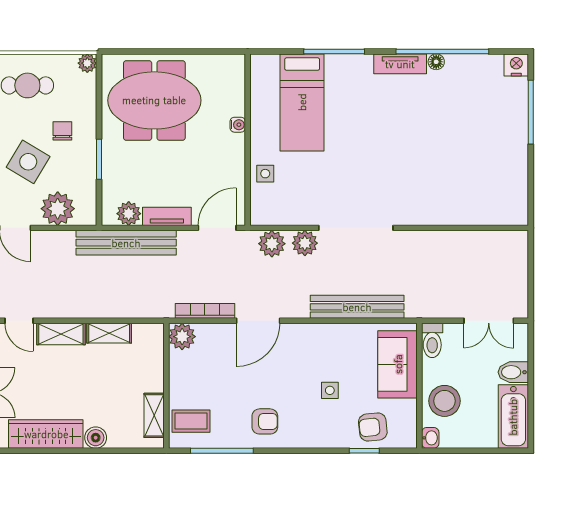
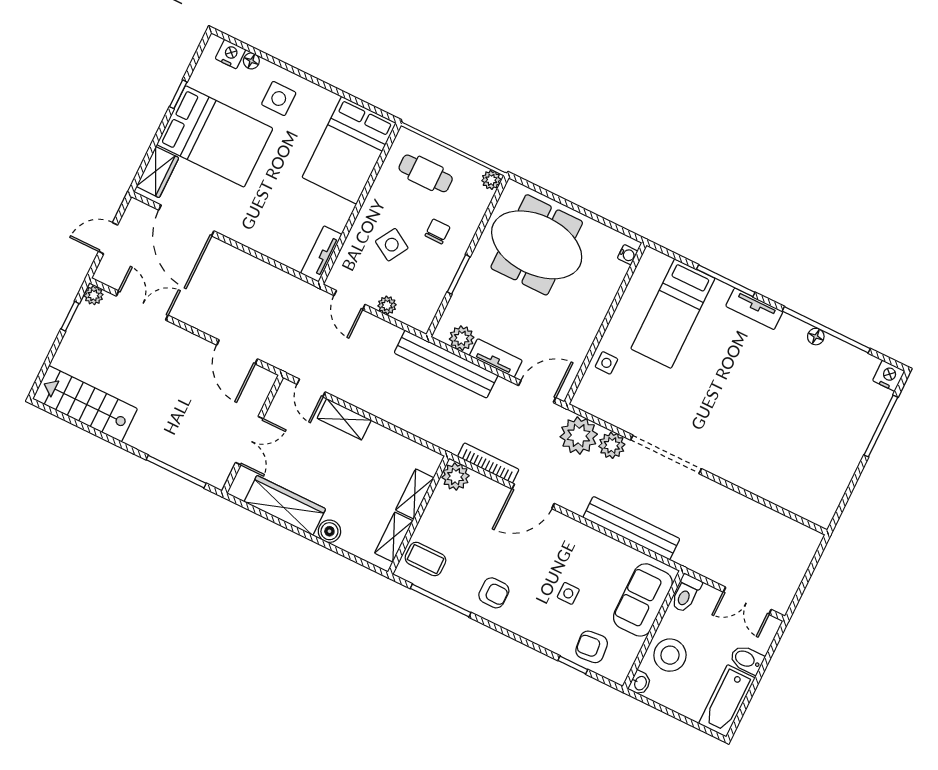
tv unit: (400, 64) -> (754, 309), moved
water cooler: (238, 125) -> (628, 255), moved
side table: (28, 162) -> (392, 245), width x0.73, depth x0.73
plant: (58, 209) -> (387, 305), width x0.53, depth x0.53
plant: (272, 244) -> (579, 436), width x1.36, depth x1.36
shelving: (109, 333) -> (415, 494), moved, turned 90

